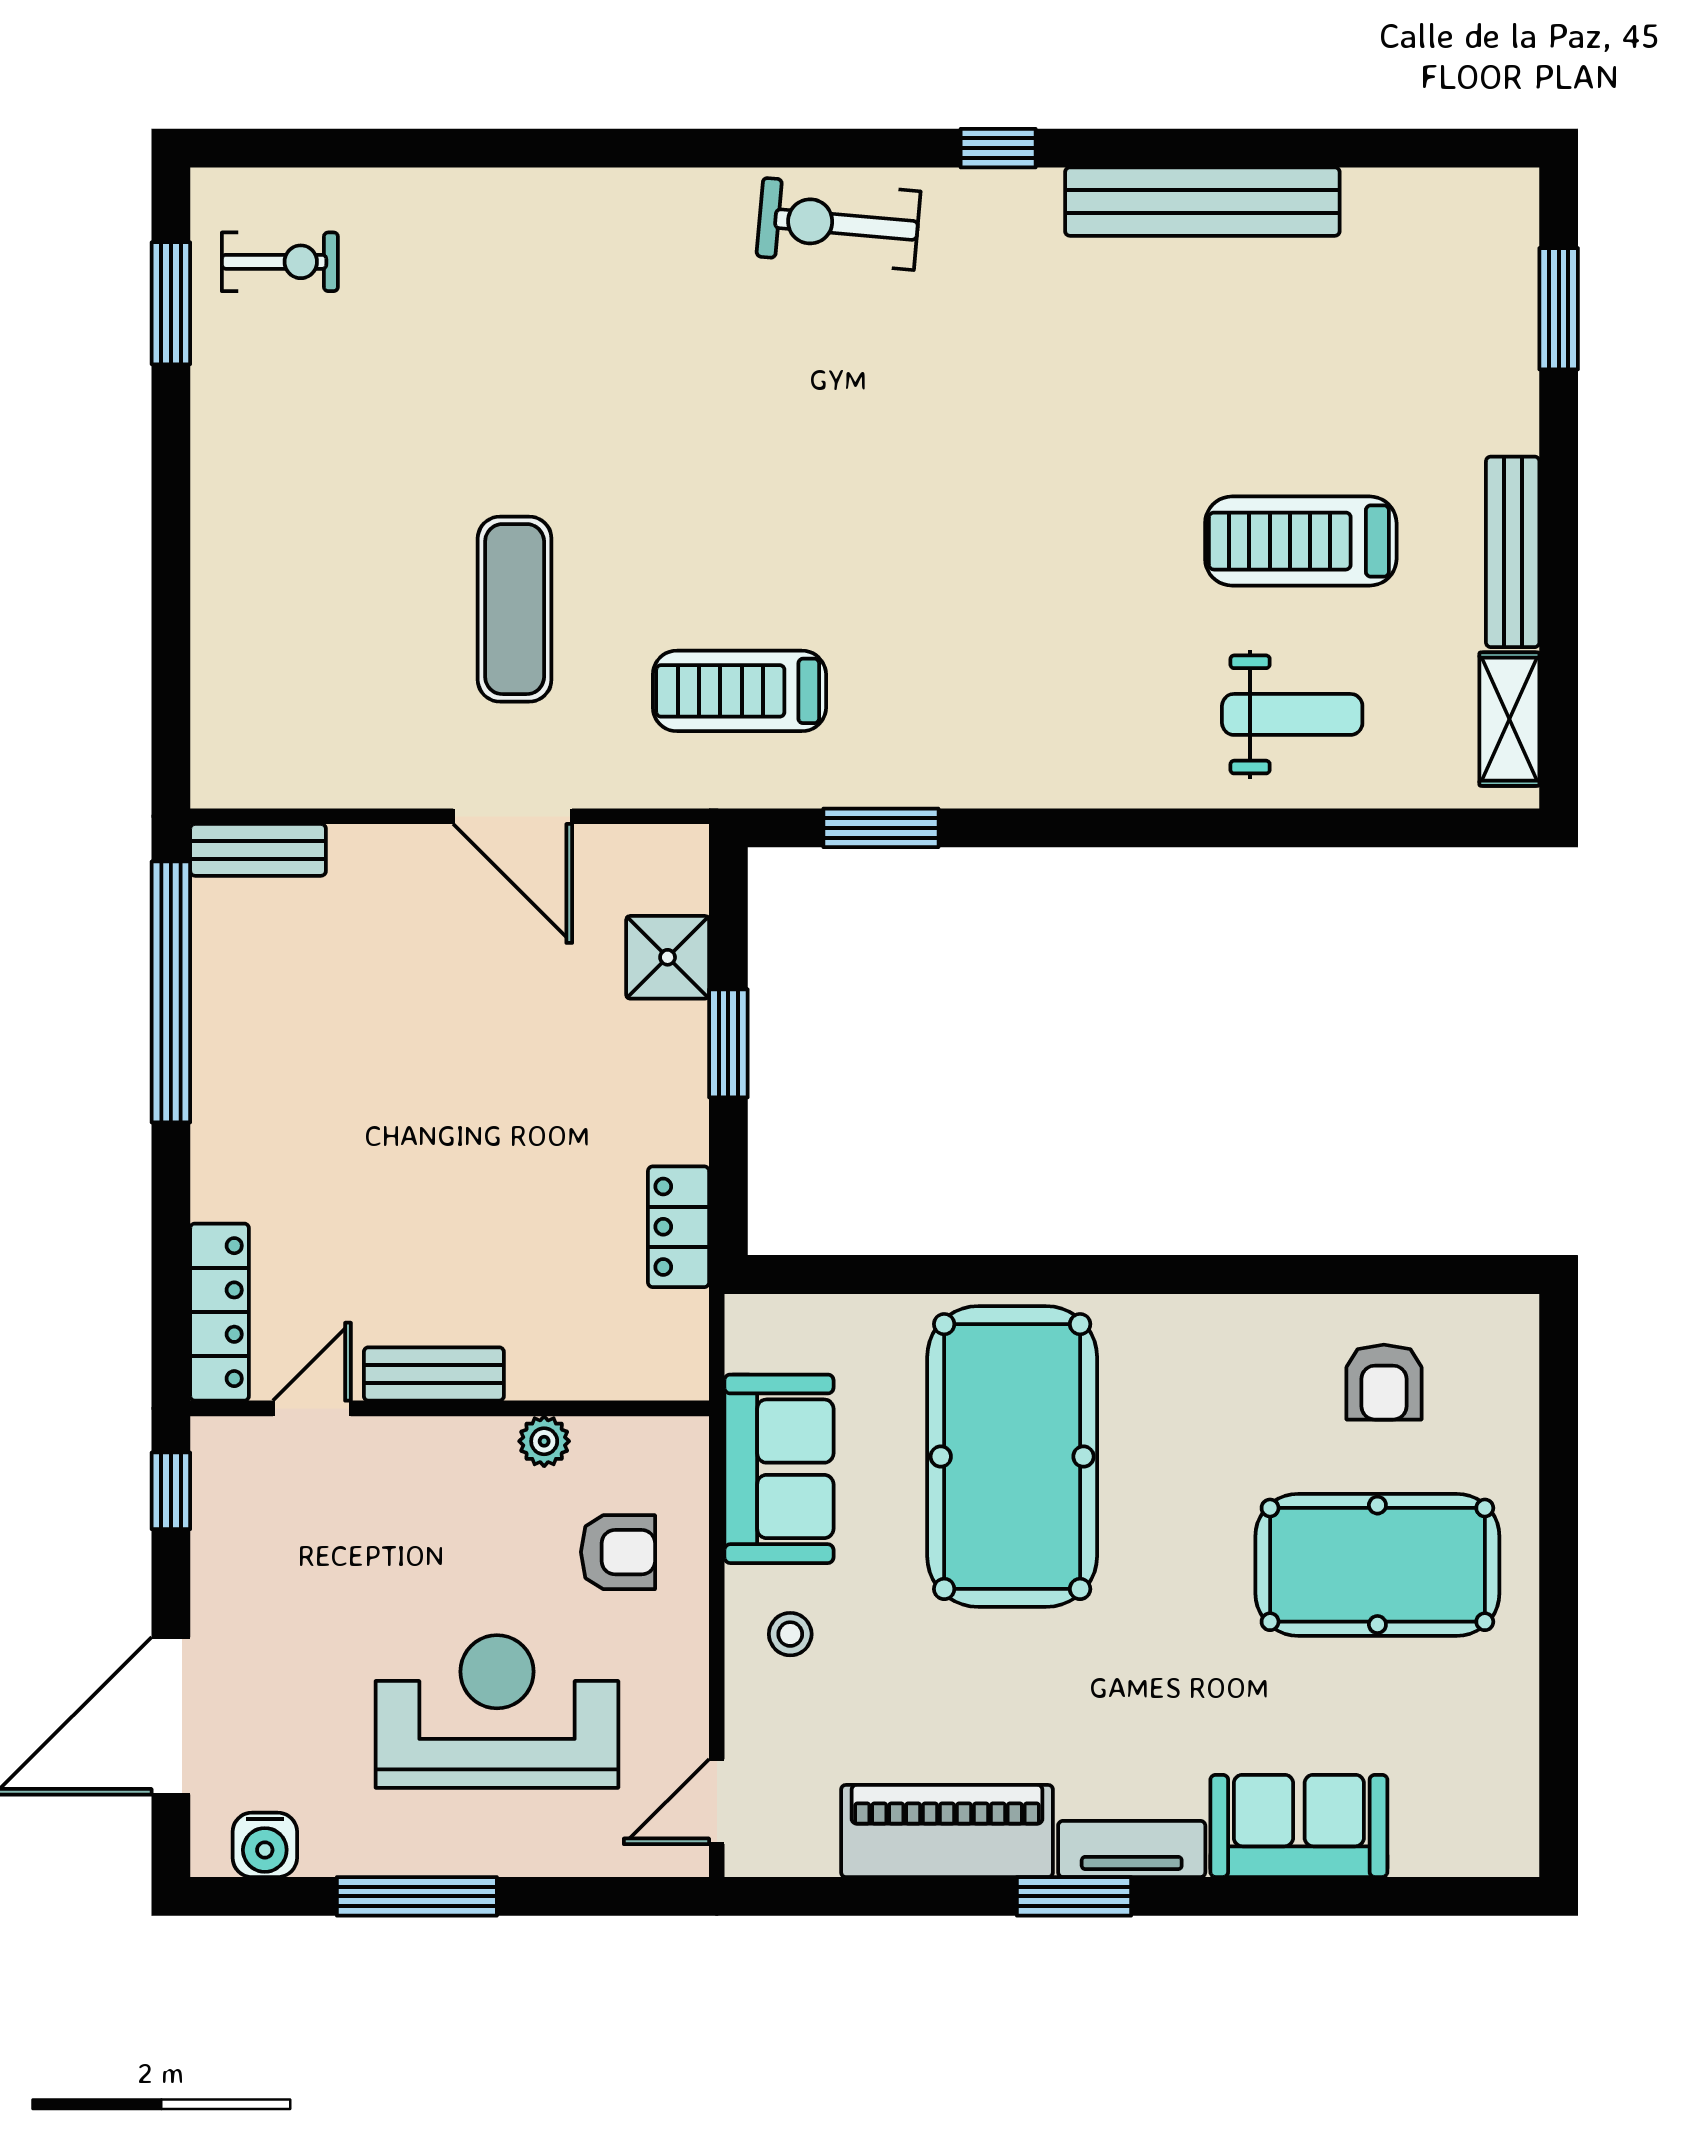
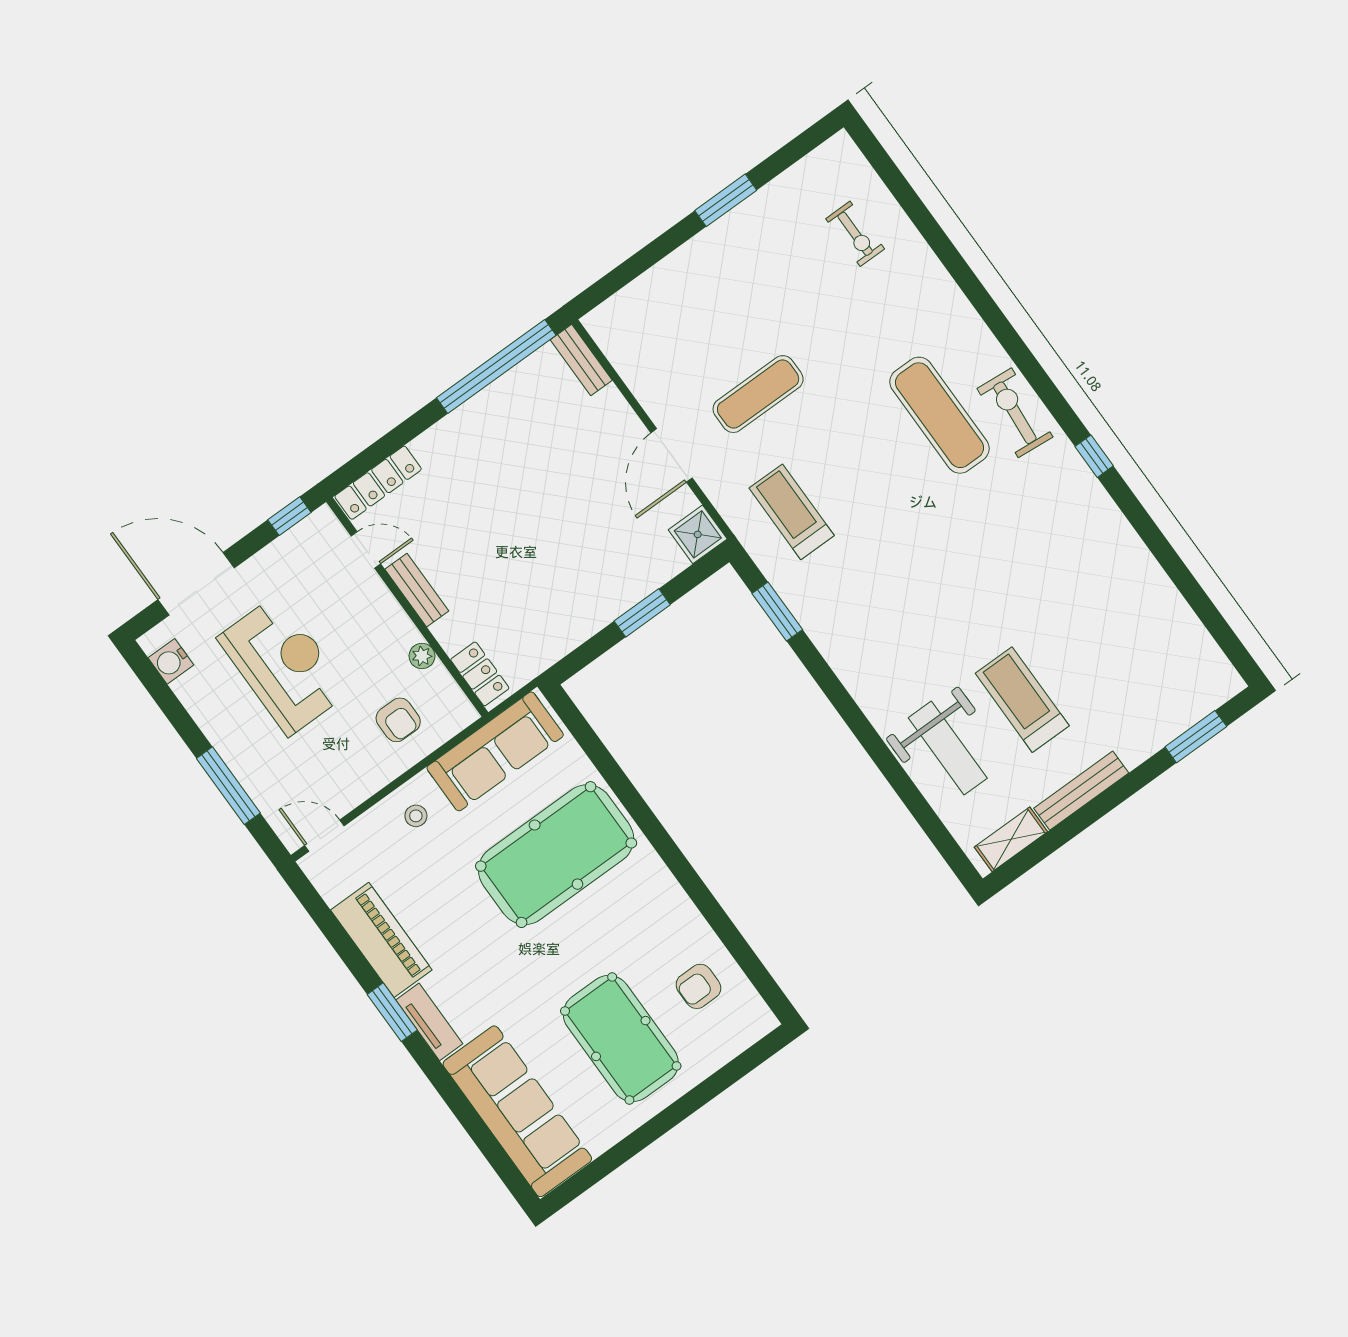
bench: (1202, 202) -> (1133, 557), removed
exercise bike: (280, 262) -> (855, 234), moved
window: (171, 303) -> (726, 200), moved
exercise mat: (756, 346) -> (940, 415), added
weight bench: (1292, 714) -> (948, 748), width x1.36, depth x1.33
shower: (668, 957) -> (698, 534), moved
locker: (679, 1227) -> (480, 674), moved, turned 90
sofa: (779, 1469) -> (495, 751), width x1.36
reception desk: (497, 1711) -> (283, 665), moved
sofa: (1299, 1826) -> (517, 1111), width x1.85, depth x1.27
window: (417, 1896) -> (228, 786), moved

